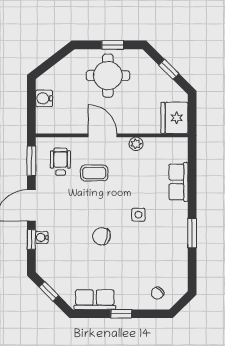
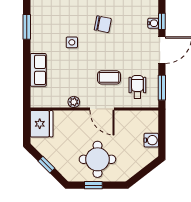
wheelchair: (60, 162) -> (137, 87), turned 180

